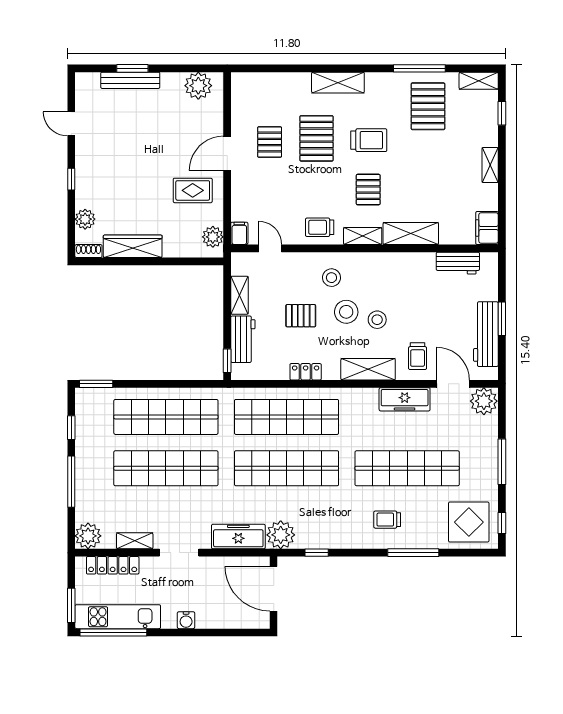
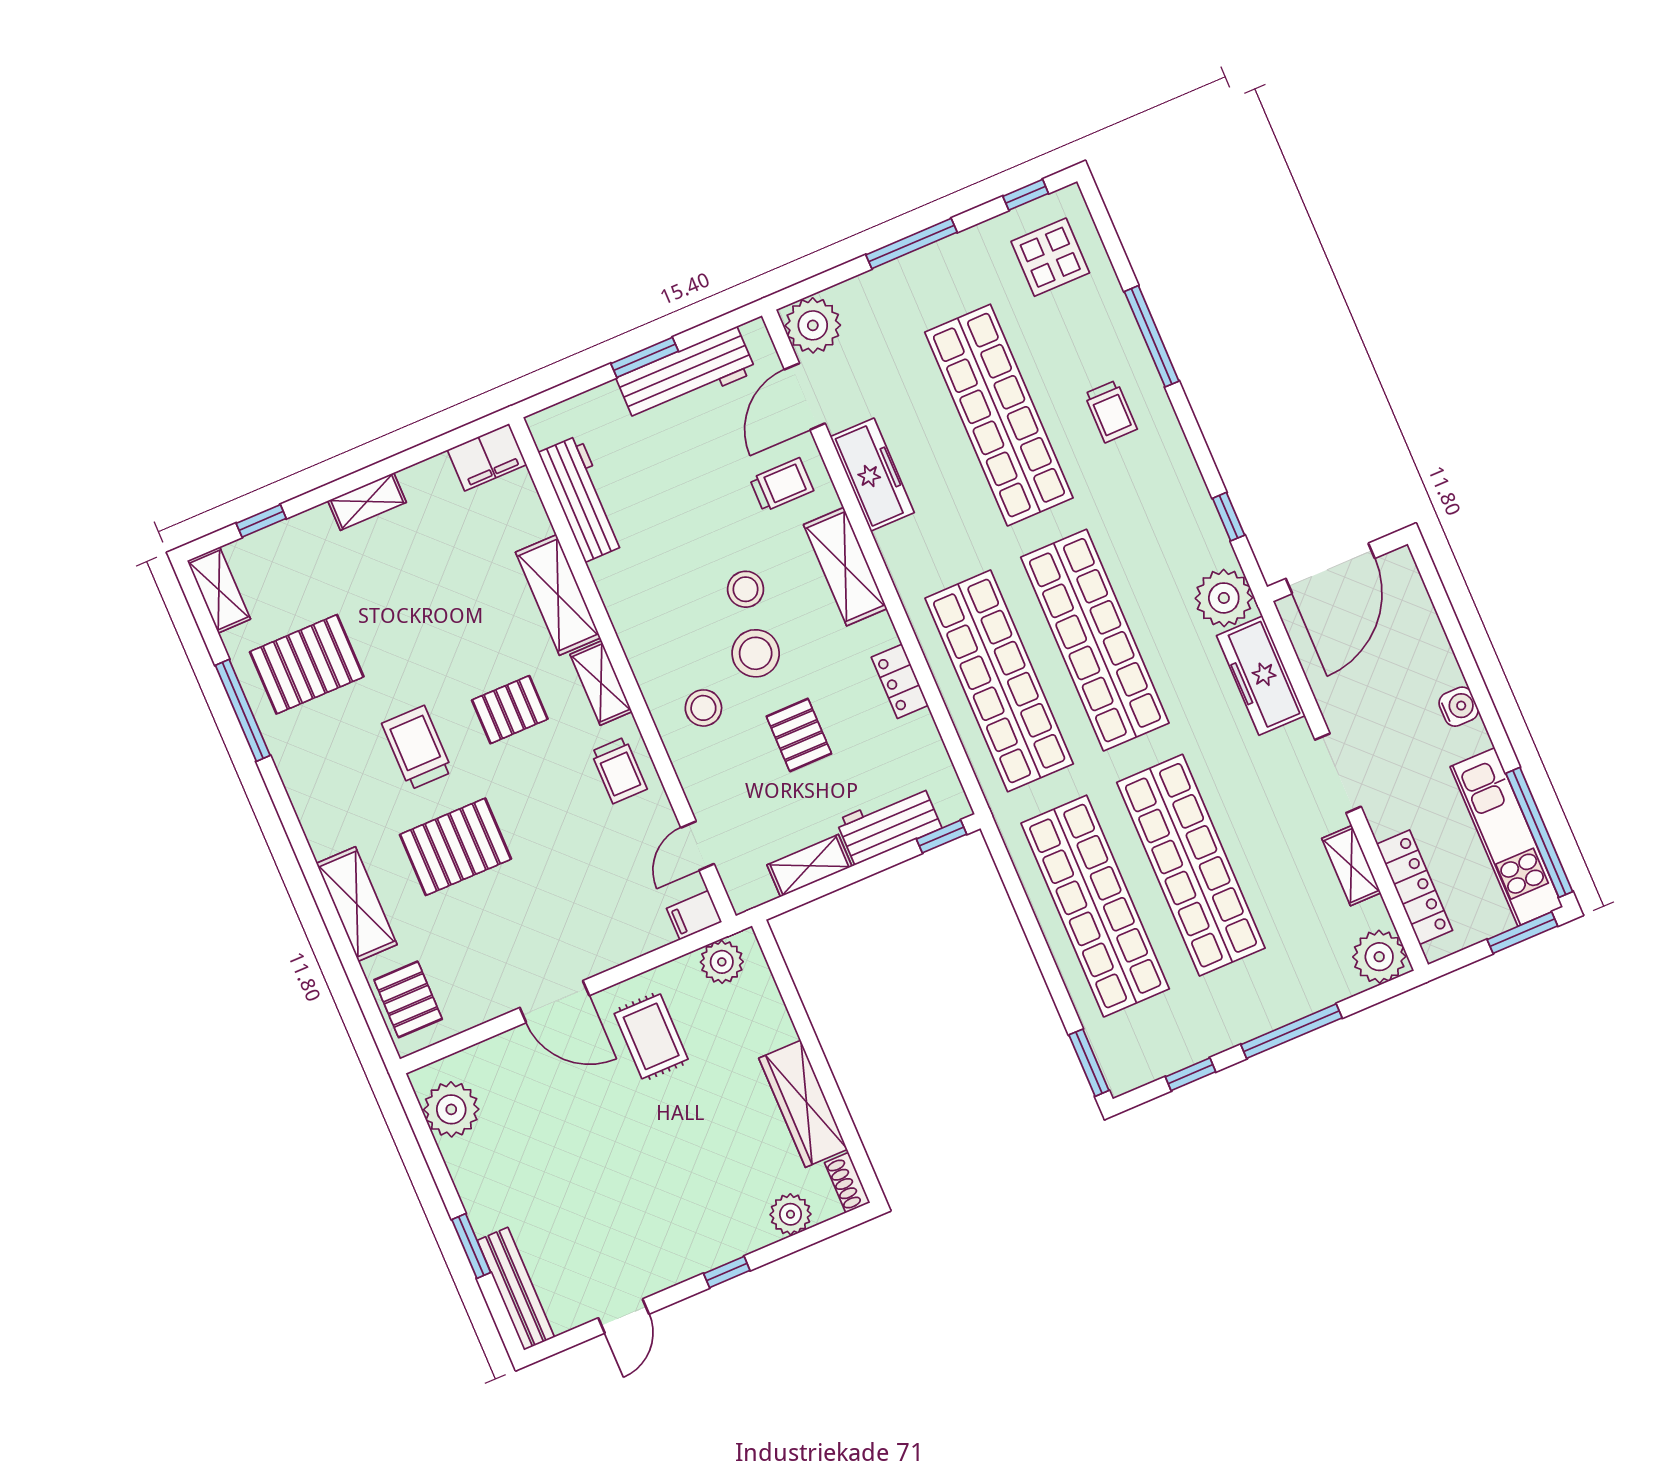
bench: (130, 80) -> (516, 1289), moved
shelving: (338, 83) -> (357, 904), moved
pallet: (270, 142) -> (408, 999), moved, turned 90
workbench: (458, 263) -> (582, 499), width x1.37
display table: (469, 522) -> (1050, 257), width x0.73, depth x0.73

